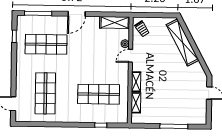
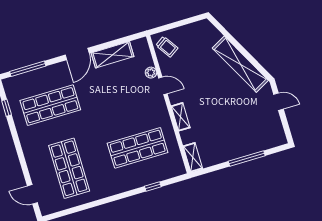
shelving: (115, 23) -> (112, 55), moved
shelving: (183, 42) -> (240, 64), moved
door: (131, 56) -> (163, 86), swing flipped
shelving: (136, 103) -> (193, 157), moved

